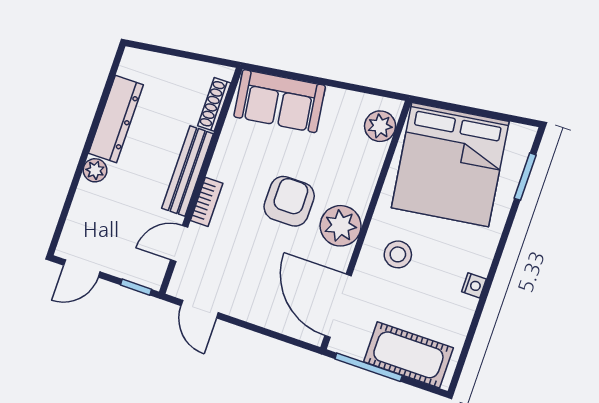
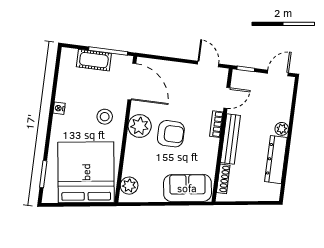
armchair: (289, 201) -> (171, 134), turned -90
cot: (408, 355) -> (94, 60), width x0.73, depth x0.75

